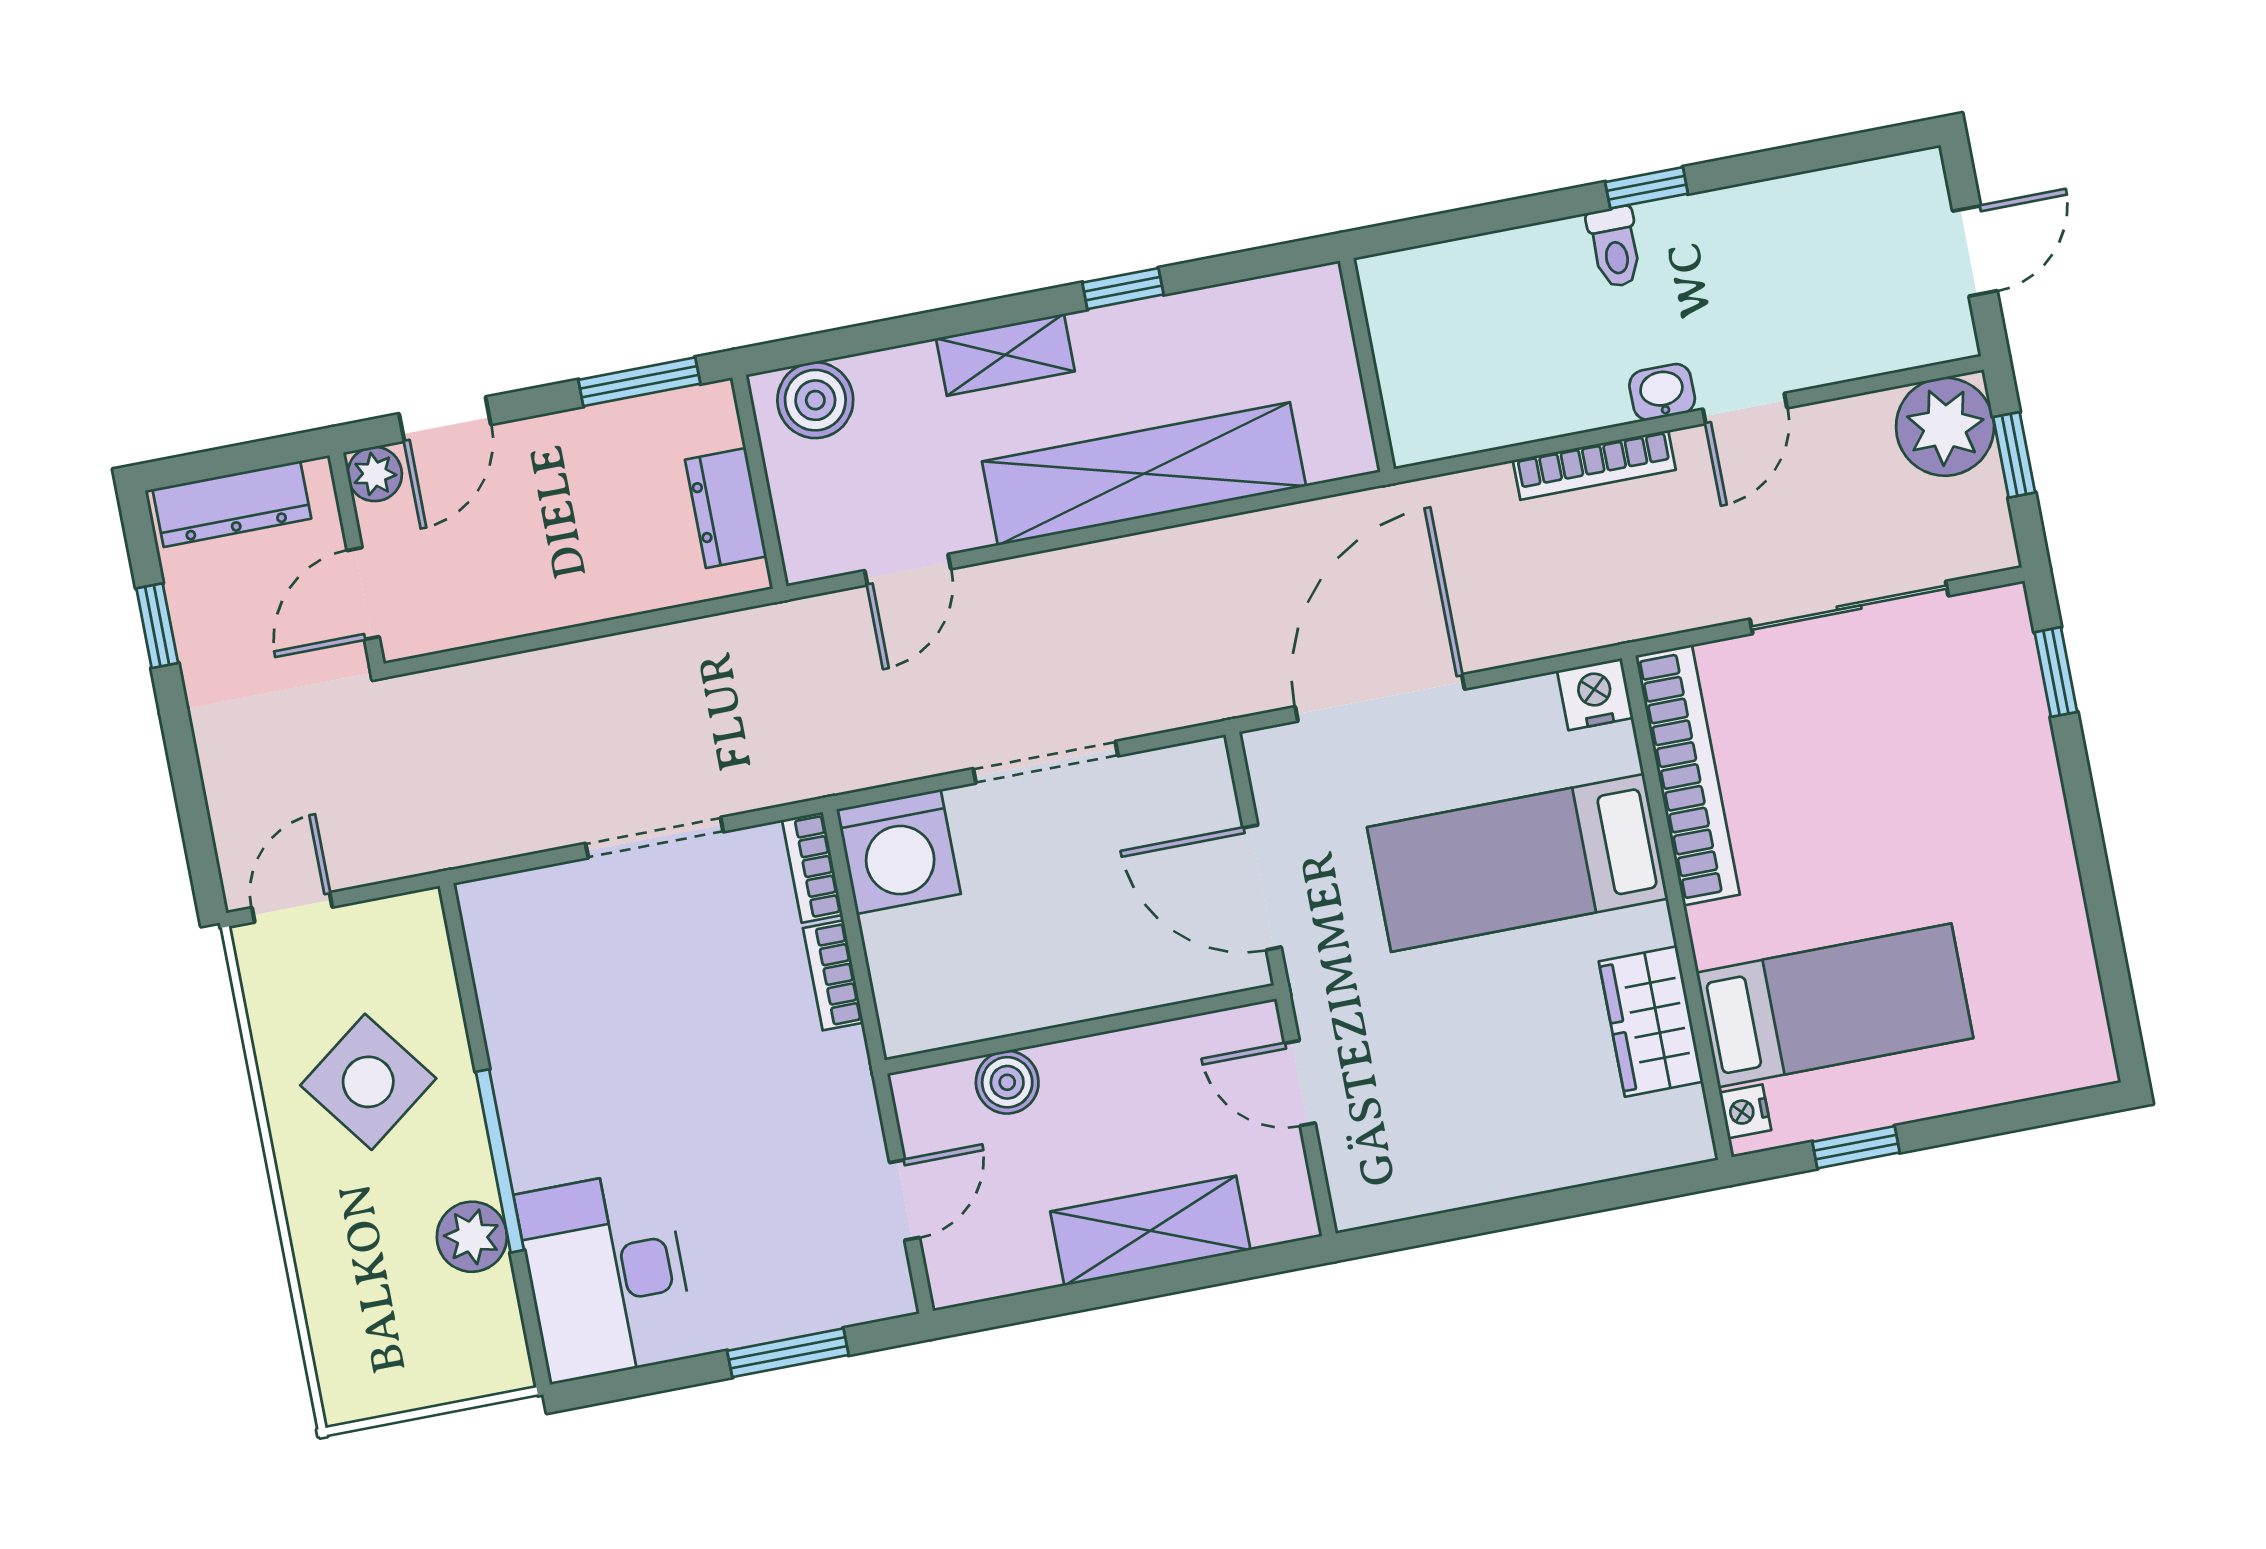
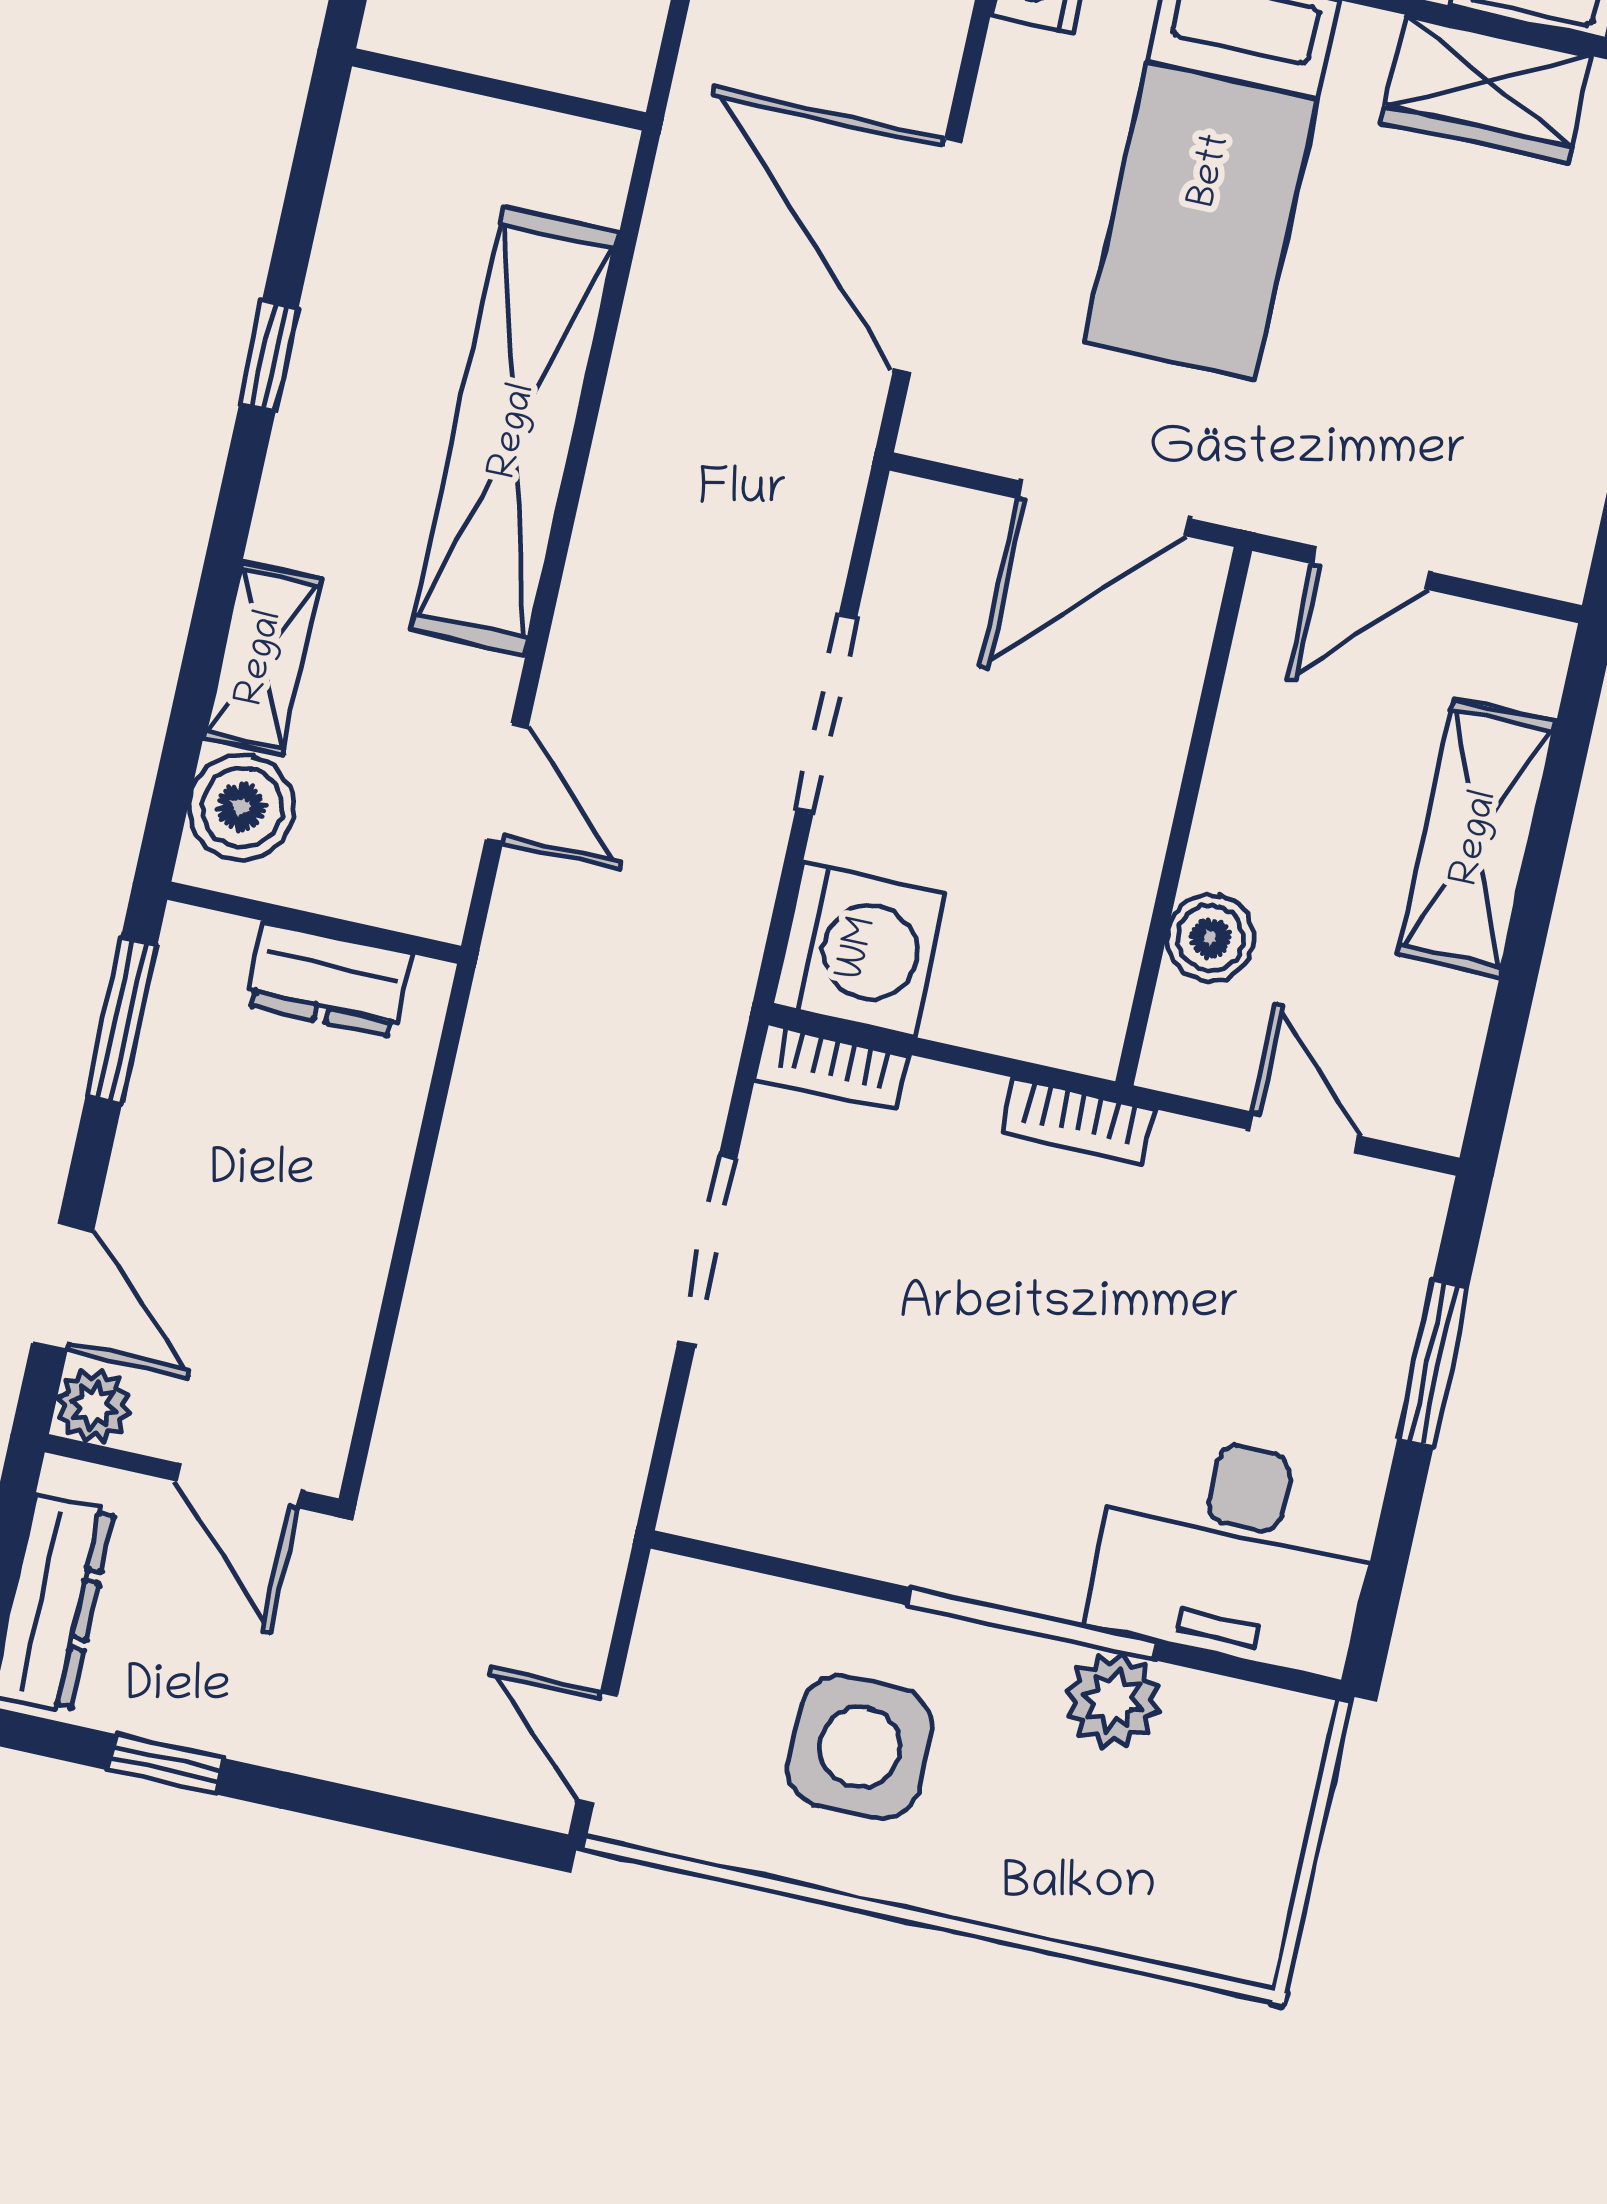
shelving: (1005, 355) -> (262, 658), moved
bookcase: (833, 975) -> (1078, 1122), moved
side table: (368, 1082) -> (860, 1747), turned 37

